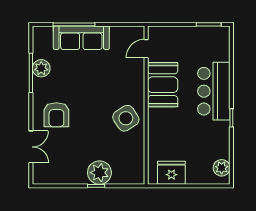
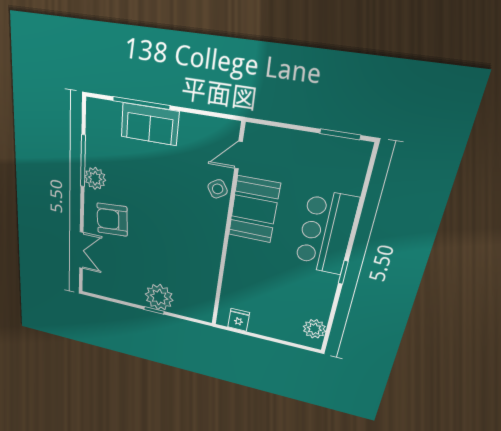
sofa: (81, 38) -> (150, 124), width x0.73
plant: (41, 68) -> (95, 178), moved
armchair: (56, 115) -> (112, 220), turned 86
side table: (126, 118) -> (218, 189), moved, width x0.54, depth x0.54
fridge: (171, 173) -> (239, 320), width x0.53, depth x0.75

